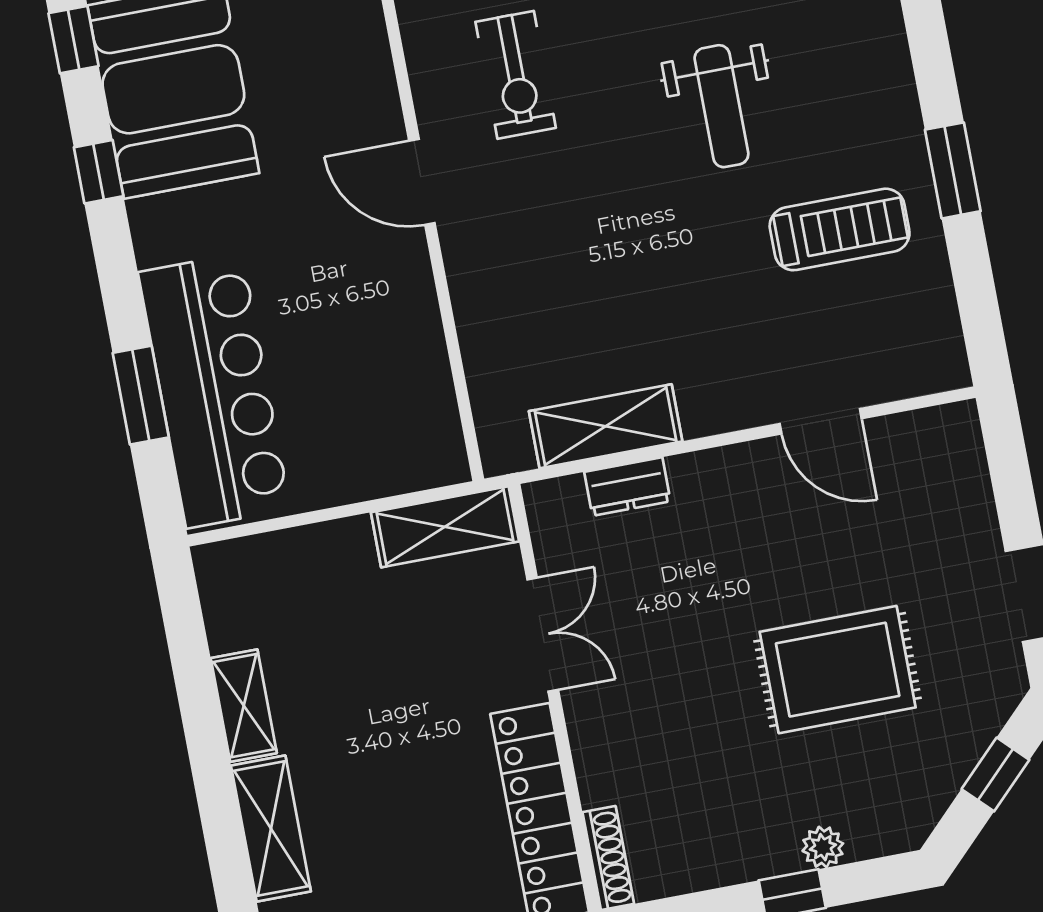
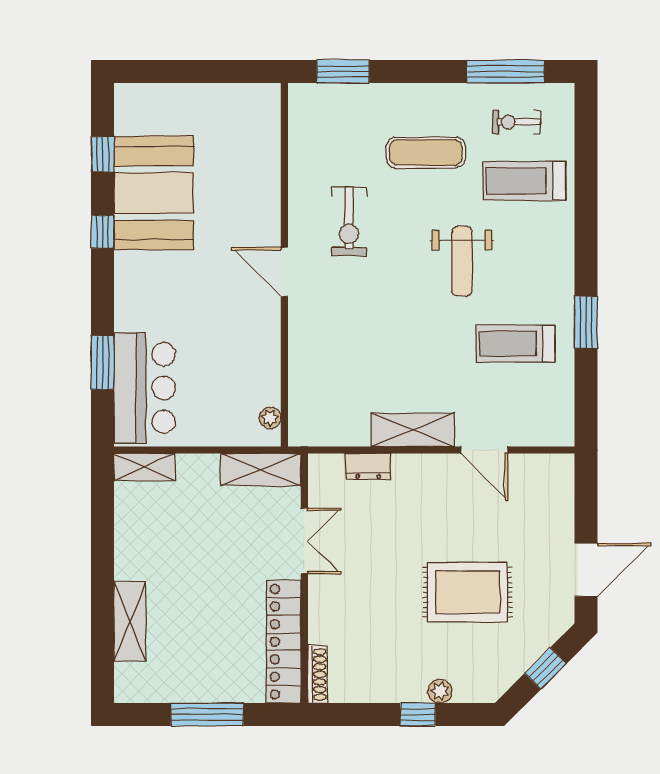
treadmill: (840, 229) -> (516, 344), turned 180
bar counter: (214, 391) -> (145, 388), width x0.73
shelving: (606, 426) -> (413, 430), moved
plant: (445, 436) -> (270, 418), added
shelving: (244, 706) -> (144, 467), moved, turned 90

